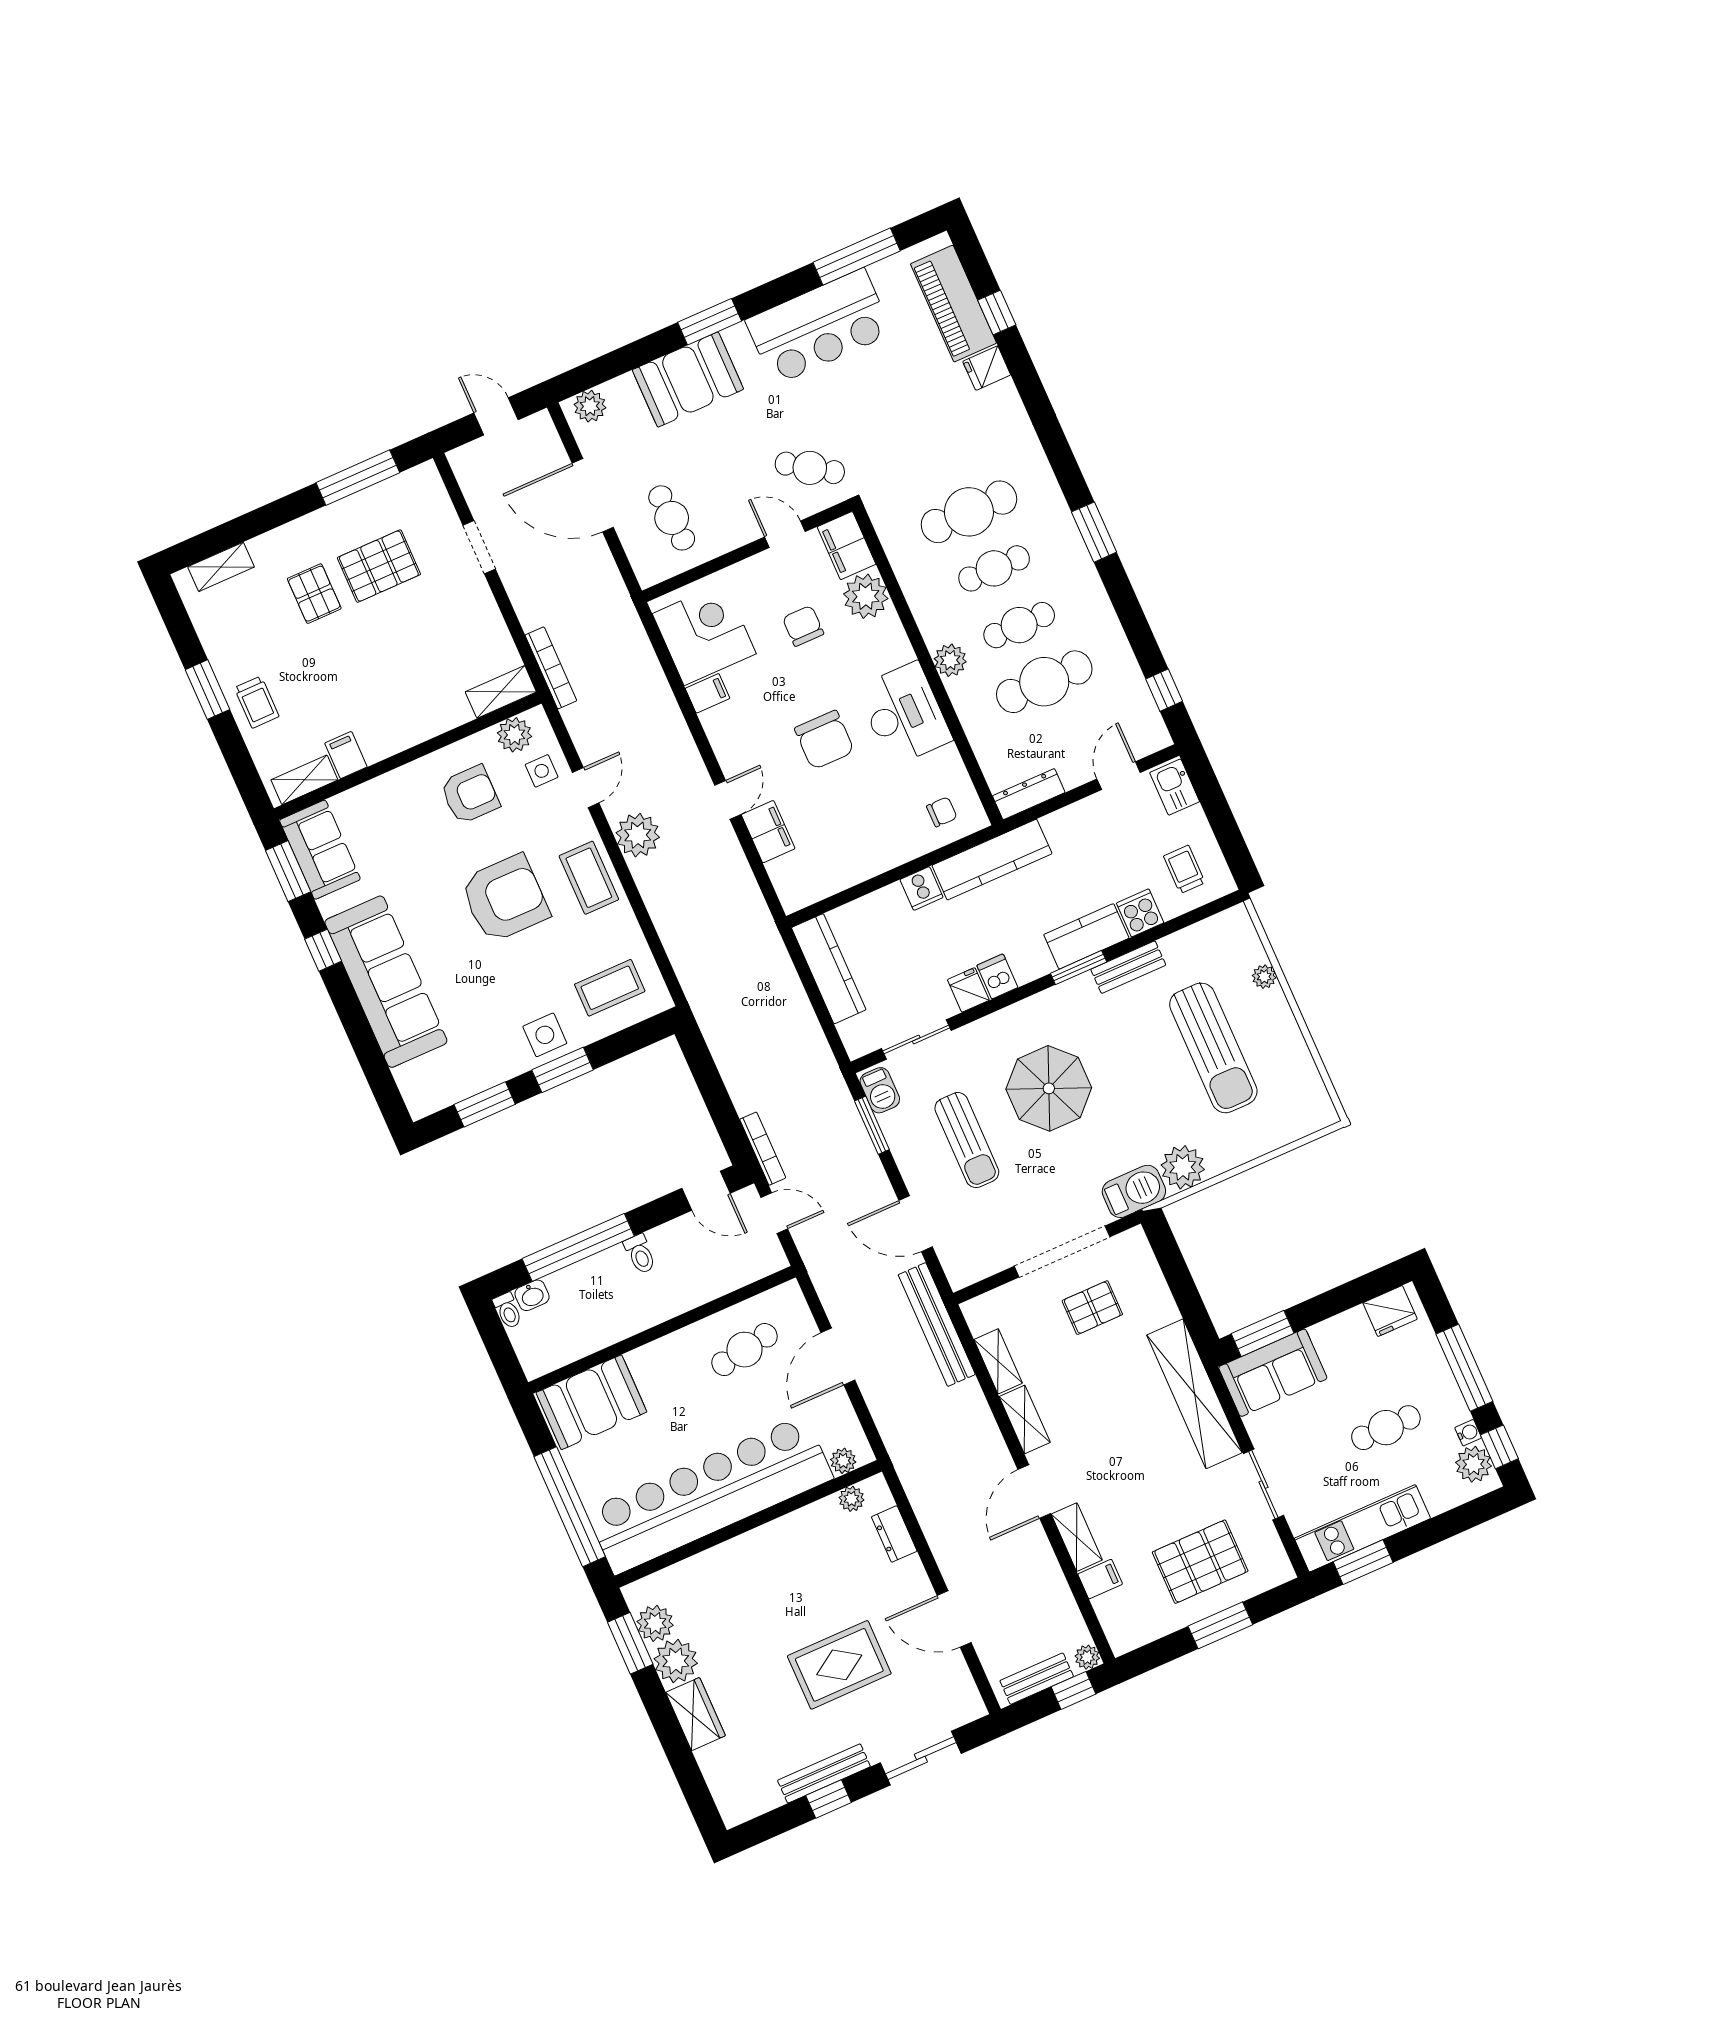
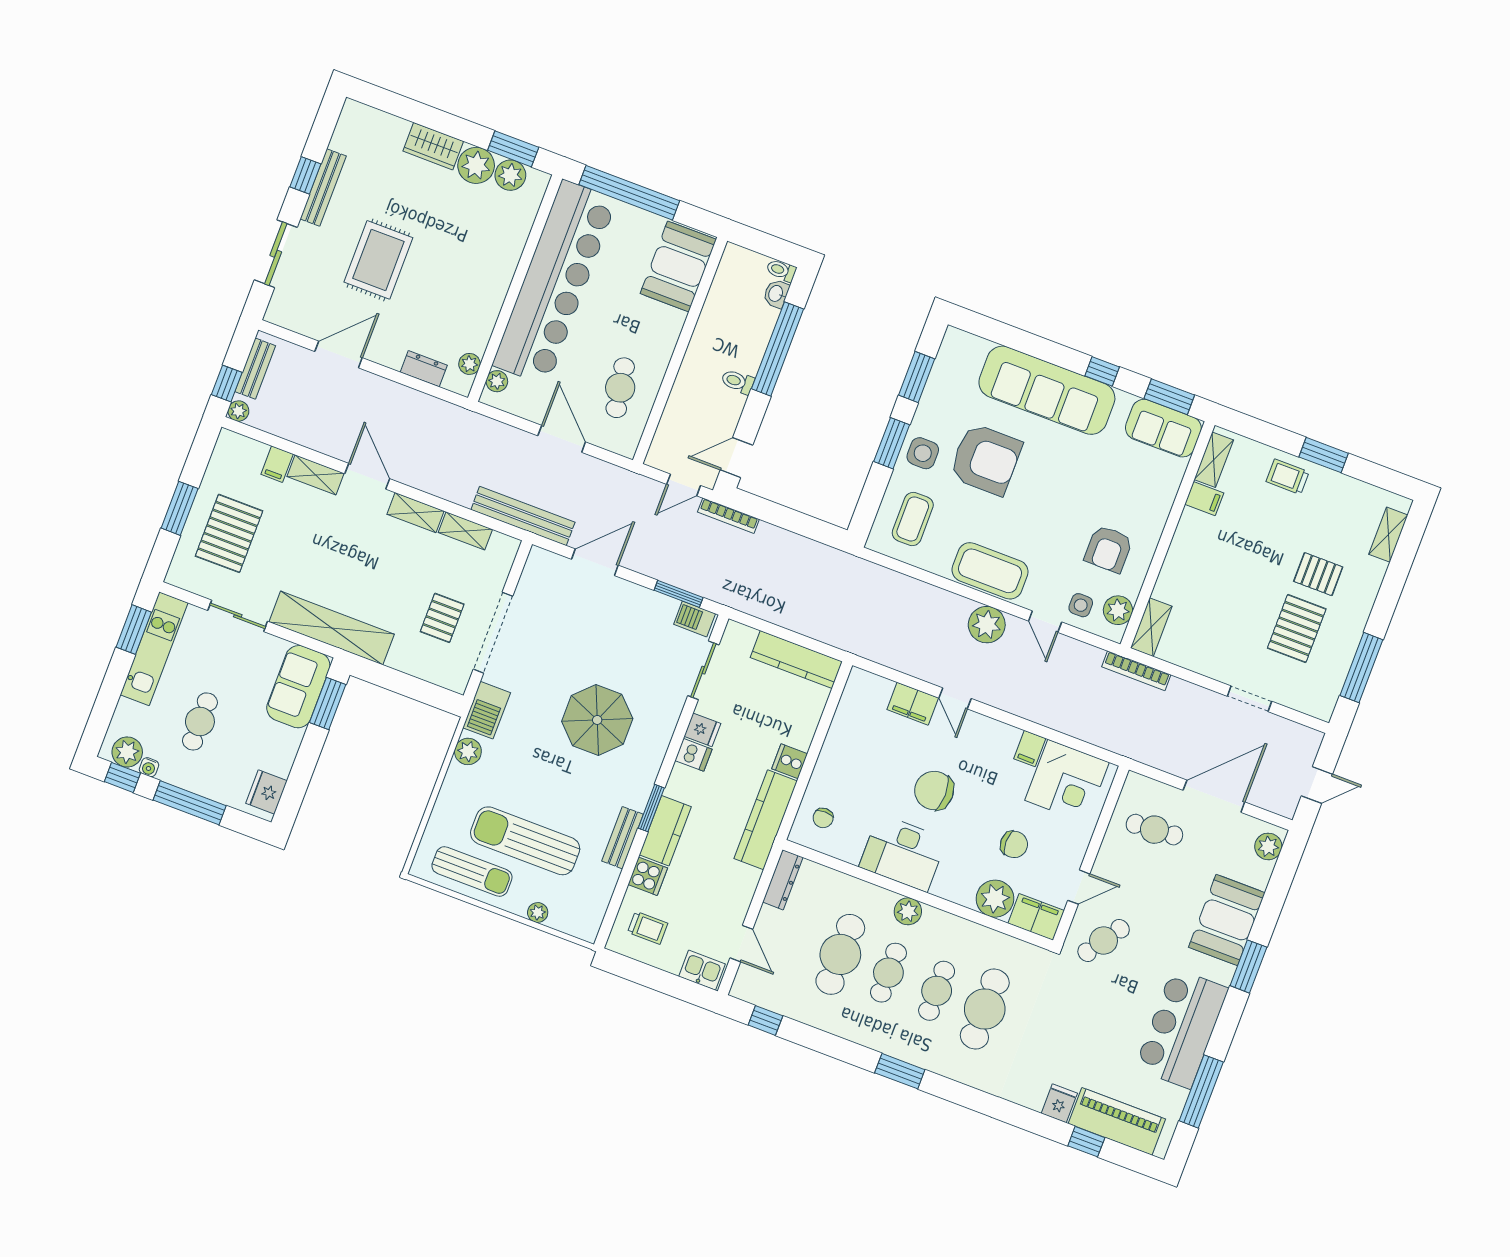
coffee table: (589, 878) -> (990, 571), width x1.36, depth x1.32
armchair: (505, 898) -> (986, 459), moved, turned -90
sun lounger: (967, 1140) -> (472, 872), moved, turned 180
plant: (1183, 1167) -> (468, 751), width x0.73, depth x0.73

